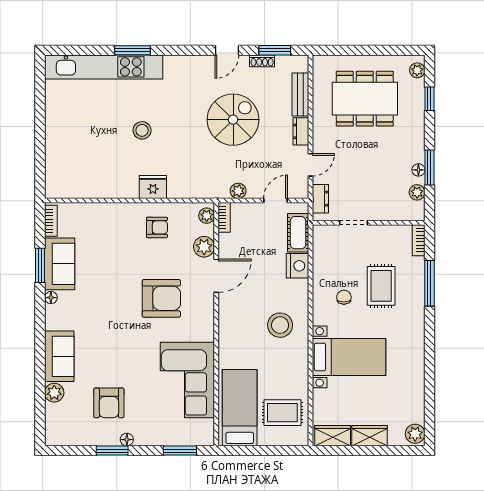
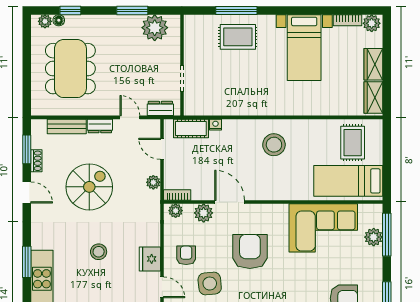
window: (133, 50) -> (27, 262), moved
spiral stairs: (233, 120) -> (89, 187), turned 90
stool: (142, 130) -> (99, 252), moved
floor lamp: (418, 170) -> (59, 20), moved
plant: (417, 192) -> (155, 28), width x1.87, depth x1.87
door: (121, 201) -> (162, 287), added
bookcase: (419, 240) -> (347, 20), moved
side table: (126, 254) -> (210, 284), added
nightstand: (298, 266) -> (215, 125), width x0.53, depth x0.56
rug: (381, 286) -> (238, 37), moved
chair: (344, 297) -> (249, 87), removed
bed with nightstands: (349, 357) -> (304, 48), moved, turned 180
plant: (177, 436) -> (374, 237), added
floor lamp: (127, 440) -> (377, 282), removed
window: (180, 451) -> (387, 235), width x1.44

